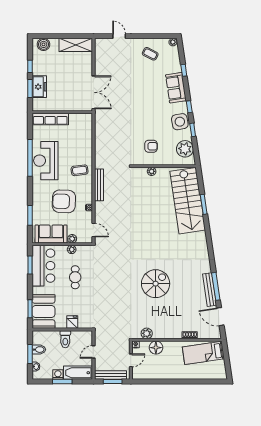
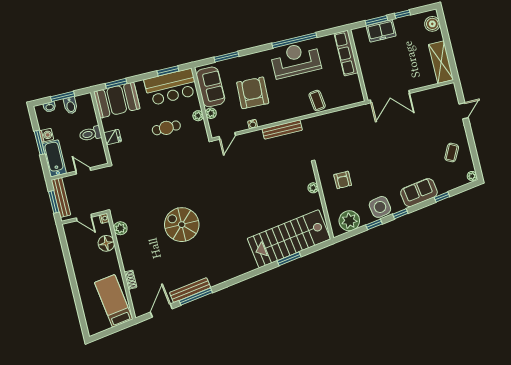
coffee table: (80, 170) -> (317, 101), moved
spiral stairs: (156, 284) -> (182, 225), turned 180

